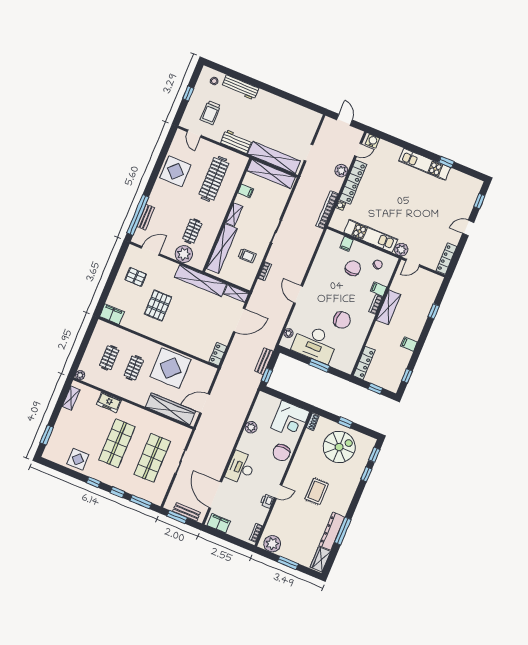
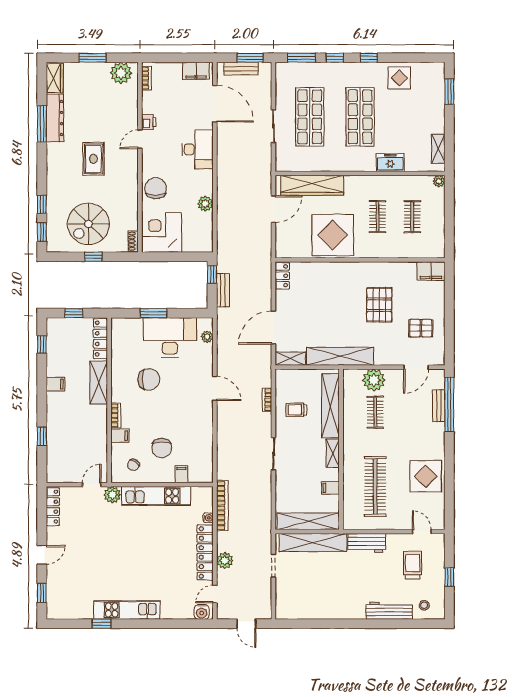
shelving: (389, 307) -> (99, 382), moved
chair: (342, 320) -> (149, 379), turned 180

